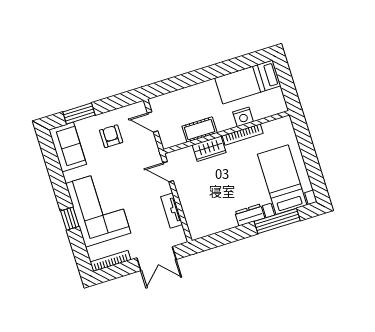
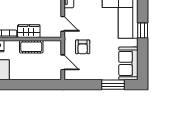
armchair: (111, 136) -> (83, 47), moved
window: (70, 219) -> (143, 30), moved

